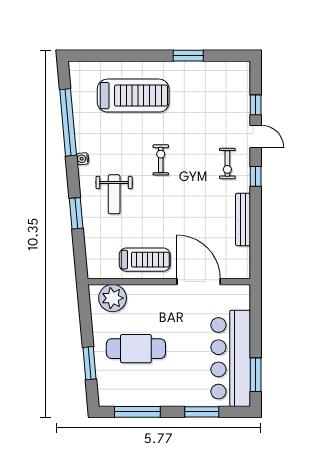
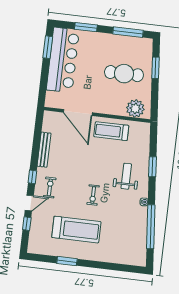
treadmill: (133, 96) -> (76, 230), moved, turned 180
door: (256, 136) -> (29, 203), swing flipped

